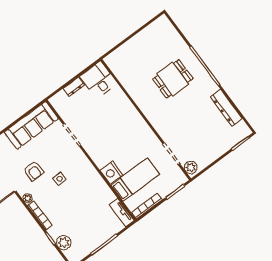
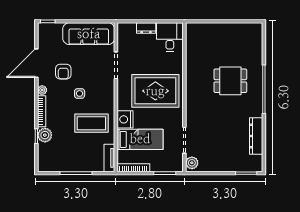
rug: (119, 131) -> (155, 91), added
coffee table: (87, 195) -> (91, 123), added
plant: (64, 243) -> (45, 135), moved

